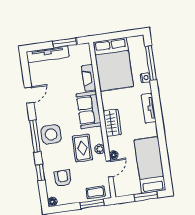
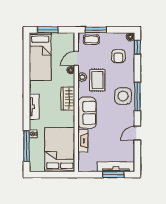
window: (65, 43) -> (113, 175), moved
window: (40, 172) -> (137, 47), moved

